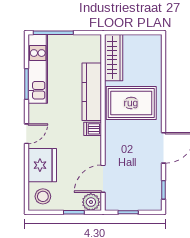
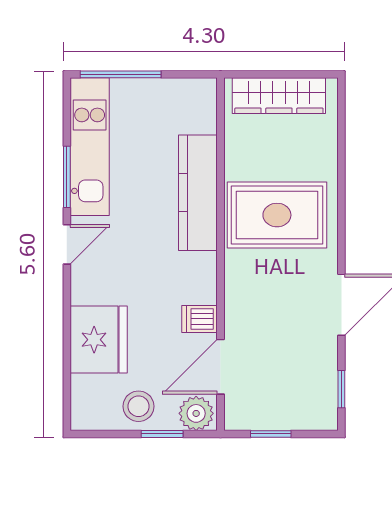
wardrobe: (114, 58) -> (279, 96), moved, turned 90
dishwasher: (93, 129) -> (200, 319), moved
door: (26, 134) -> (67, 244), moved
stool: (43, 196) -> (139, 406), moved

